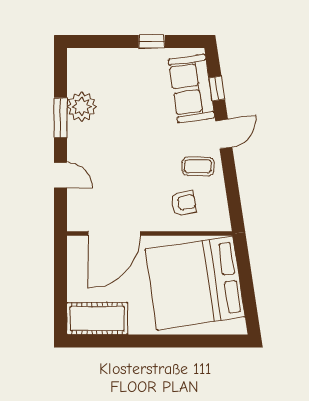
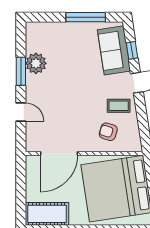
window: (152, 42) -> (86, 17), width x2.17
armchair: (183, 203) -> (108, 132), turned -152

